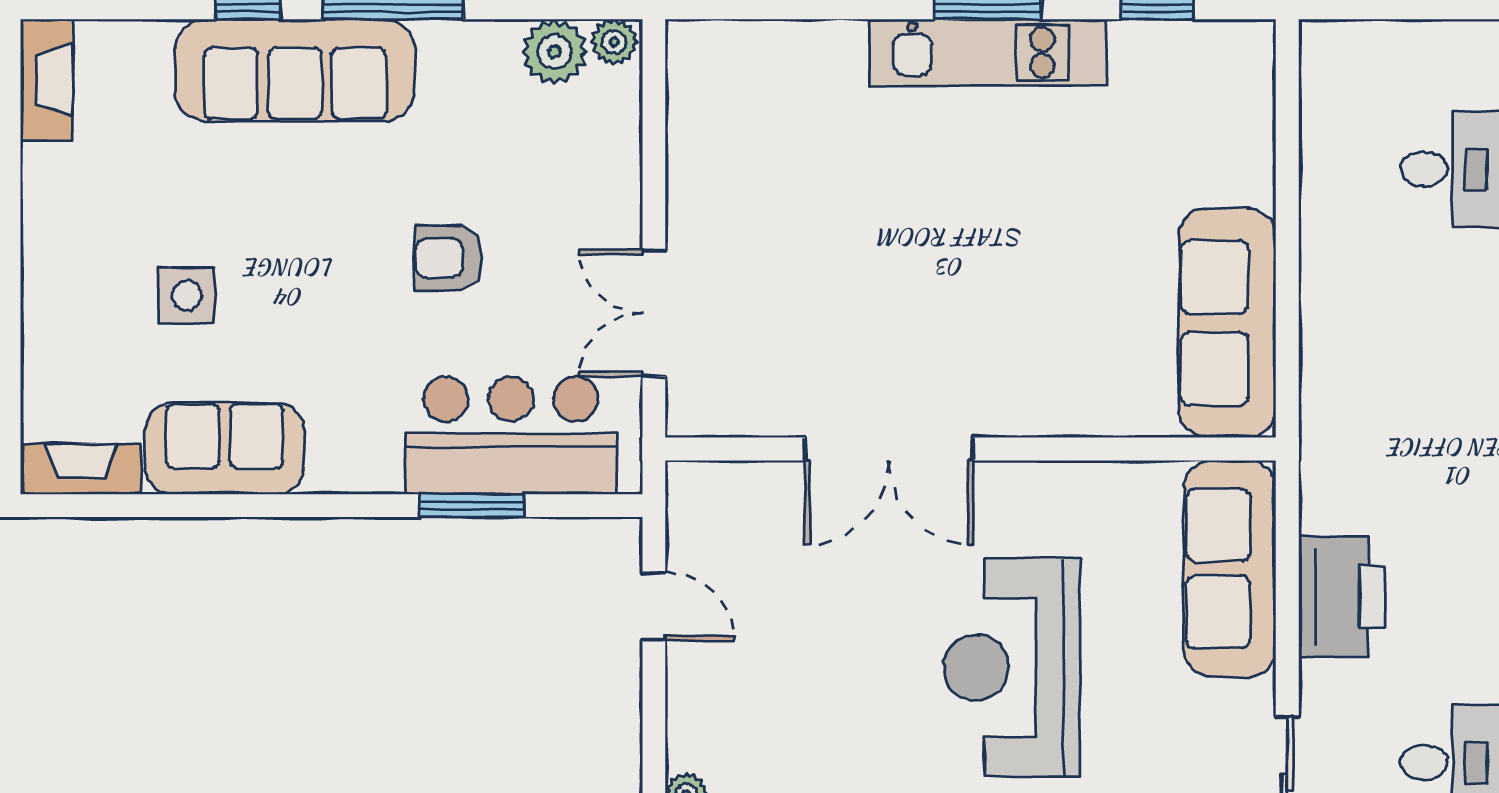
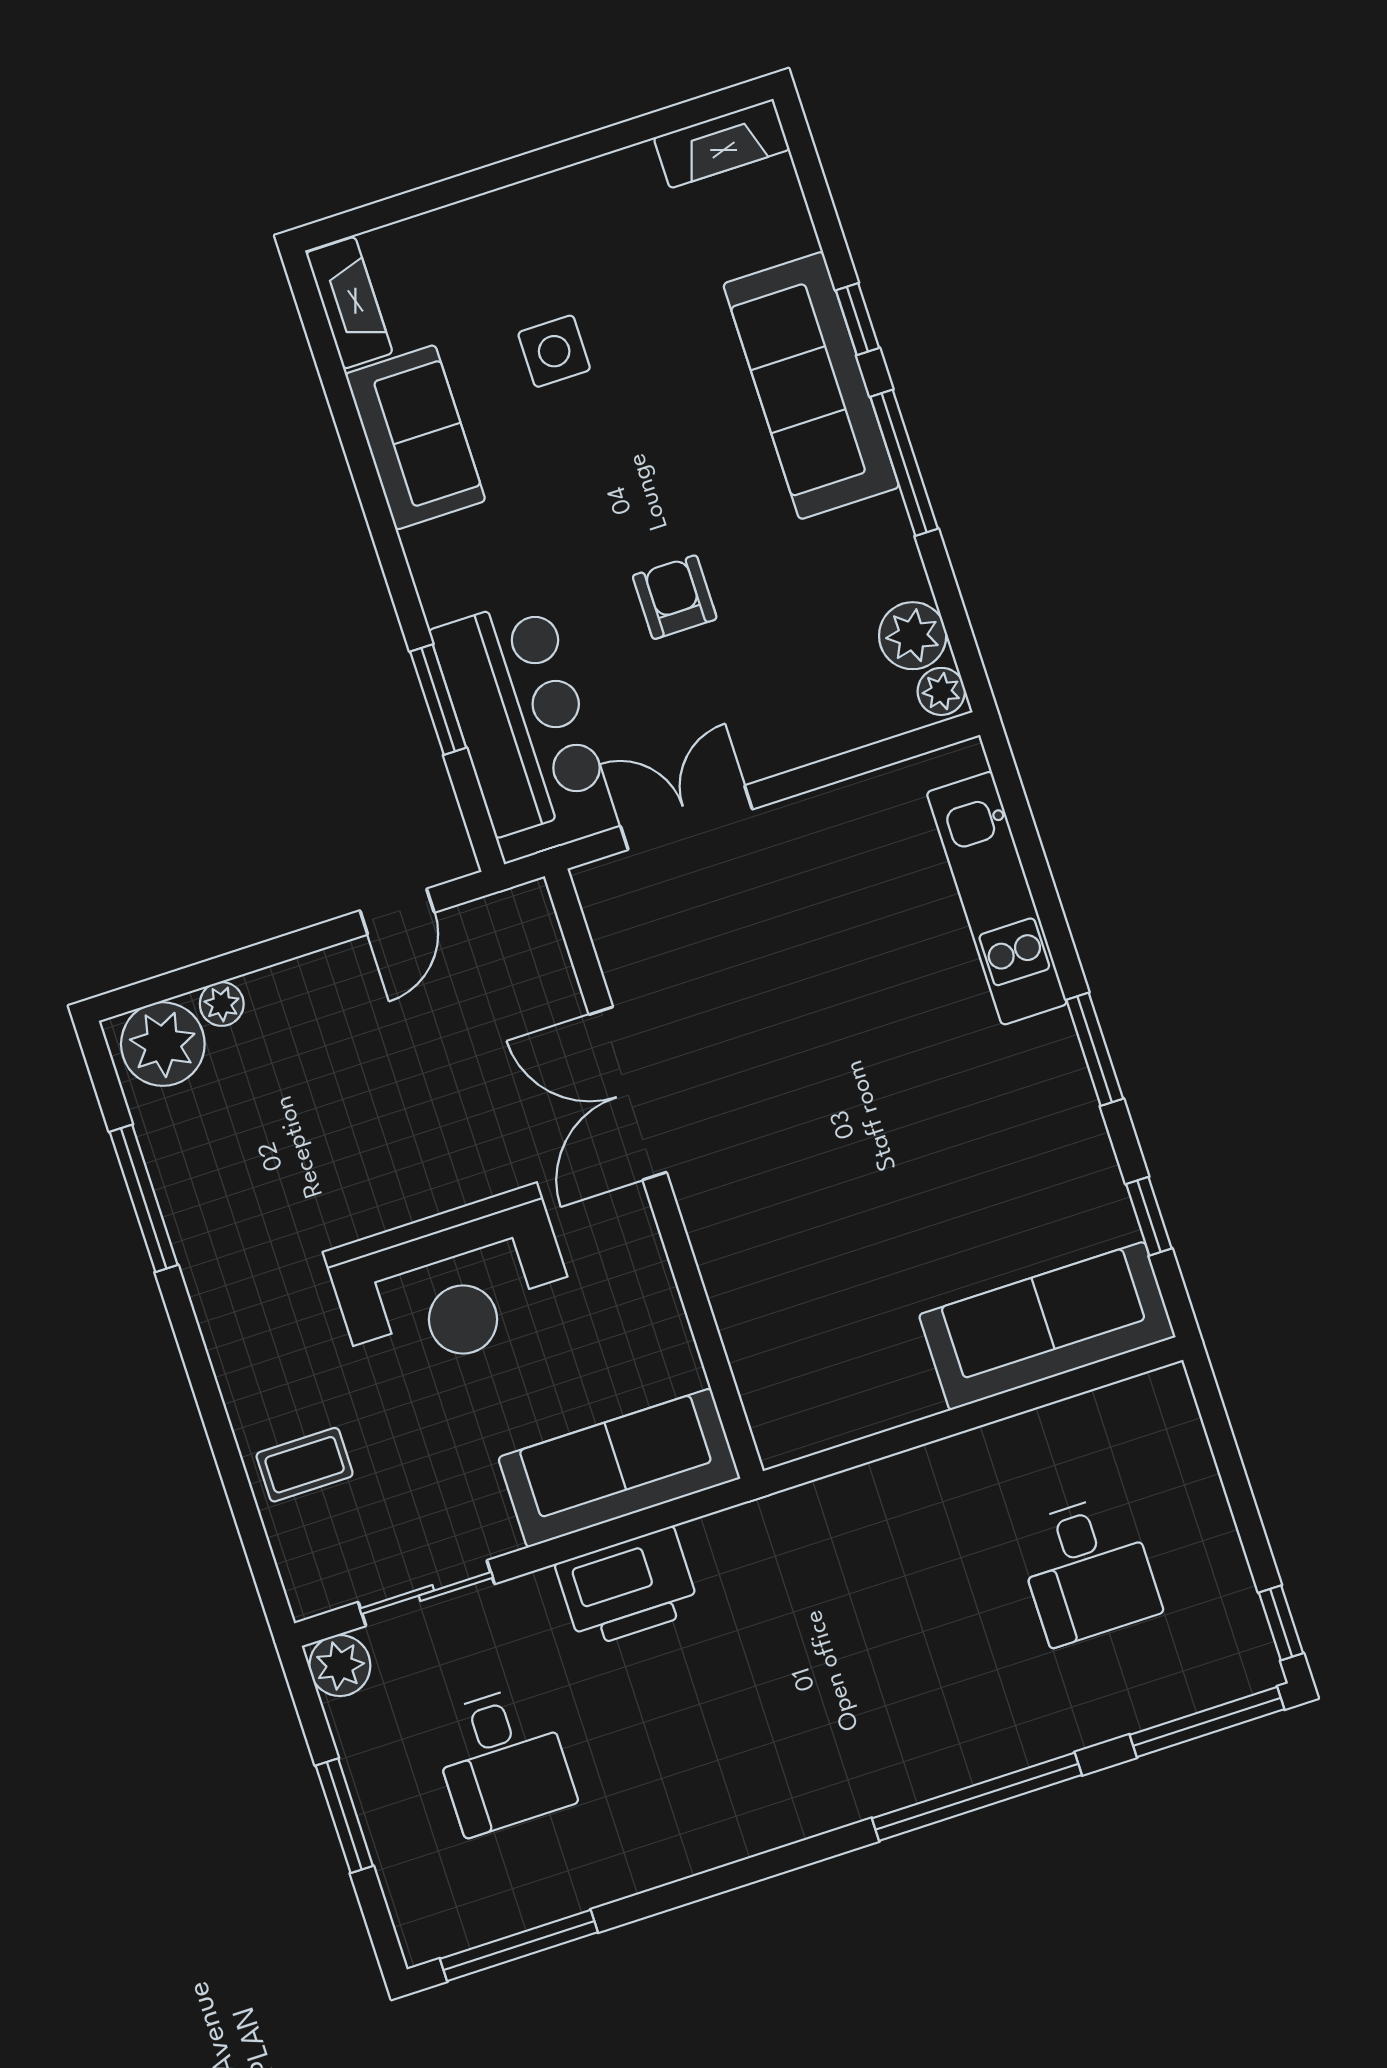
kitchen unit: (988, 53) -> (997, 898), moved
sofa: (1227, 323) -> (1047, 1326), moved
reception desk: (1012, 667) -> (452, 1284), turned 180

